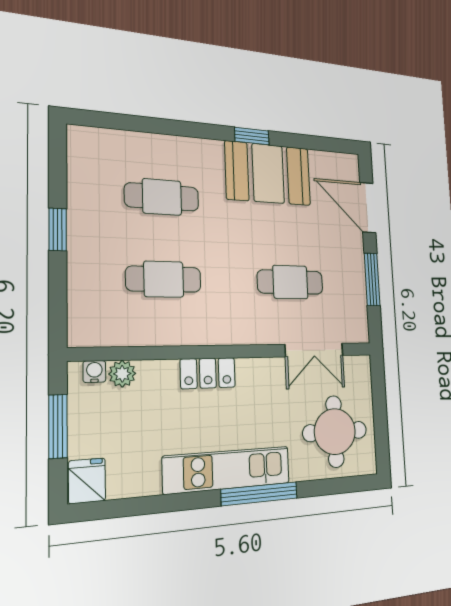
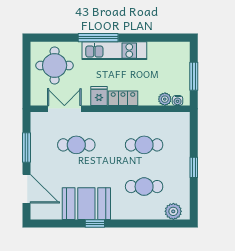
plant: (102, 144) -> (173, 211), added
fridge: (87, 481) -> (99, 96), moved, turned 180

